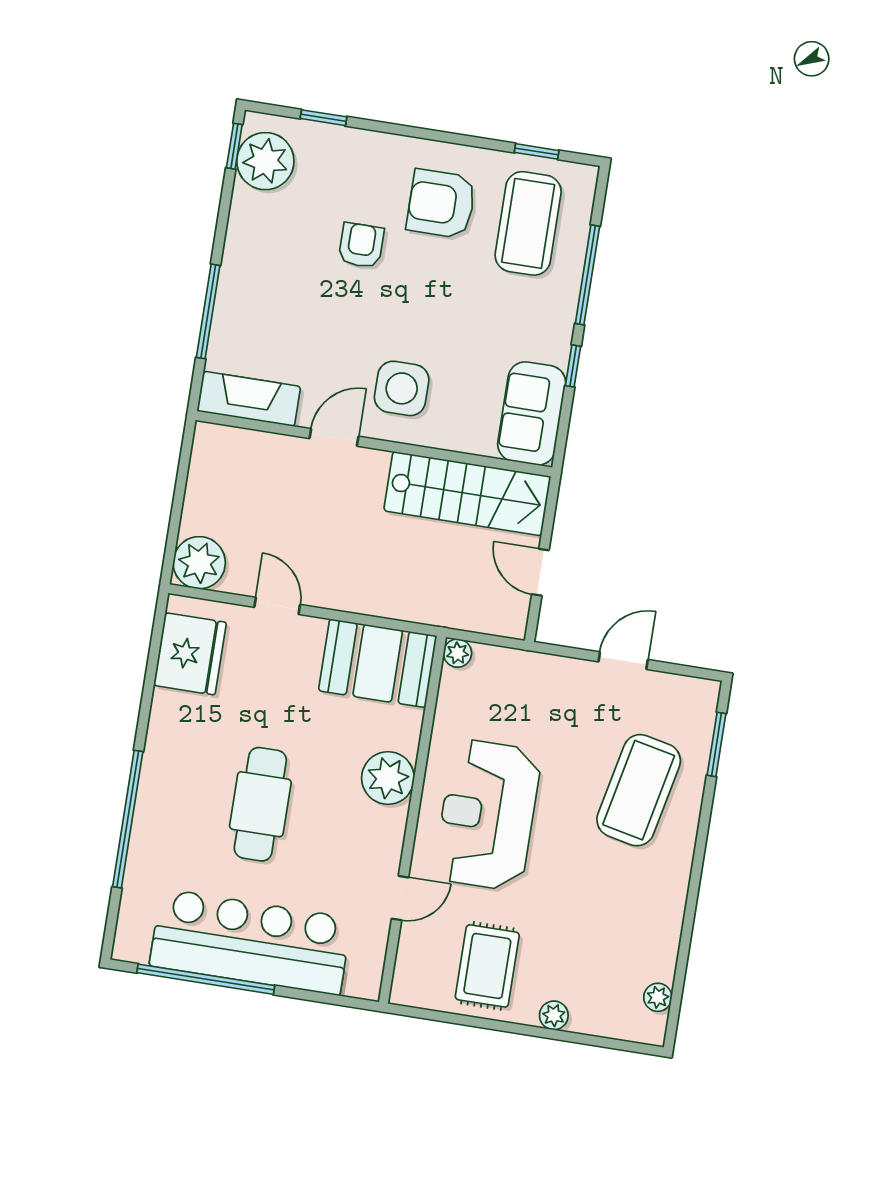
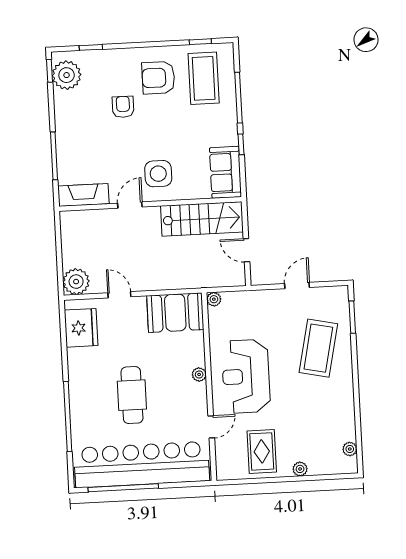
plant: (388, 778) -> (199, 374), width x0.53, depth x0.53
bar counter: (251, 942) -> (142, 465), width x1.36

